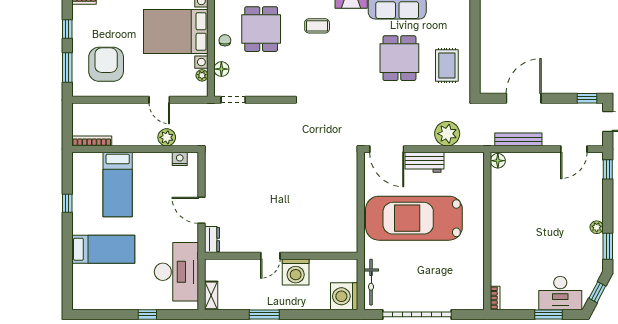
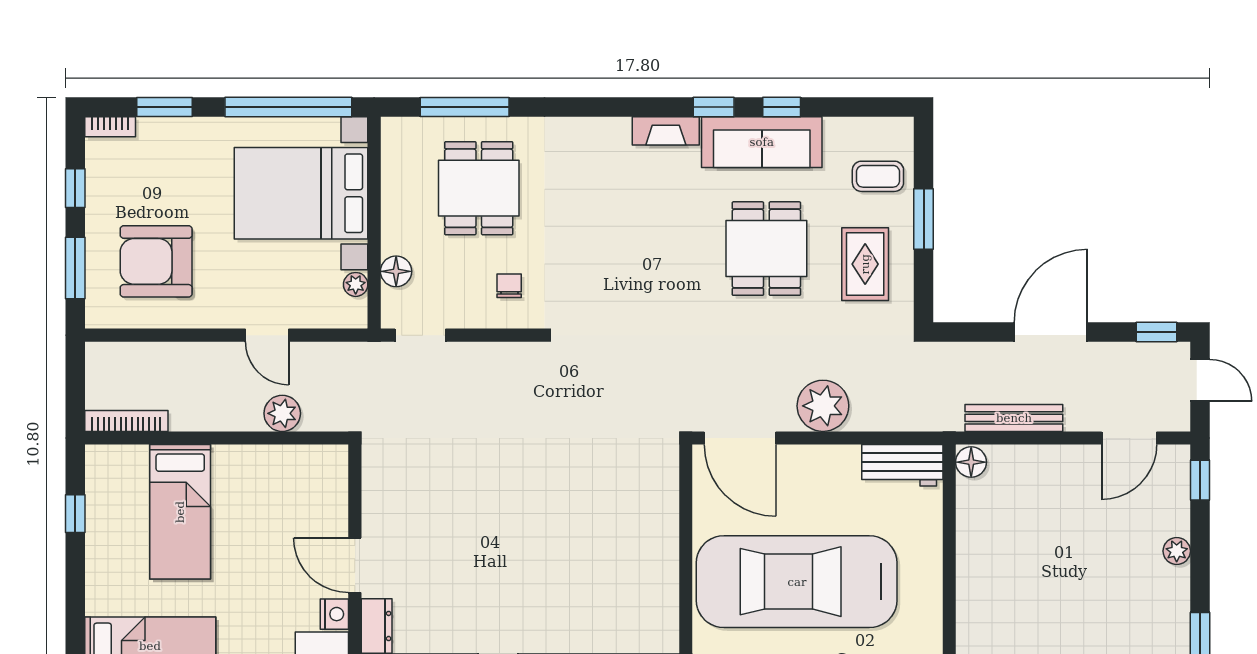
coffee table: (317, 26) -> (878, 176), moved
chair: (225, 40) -> (509, 286), moved
window: (475, 44) -> (924, 219), added
armchair: (106, 64) -> (156, 261), turned -90
door: (524, 98) -> (1051, 332), moved
plant: (447, 134) -> (823, 406), moved
nightstand: (180, 159) -> (334, 614), moved, turned 90
workbench: (424, 162) -> (902, 465), moved
window: (67, 203) -> (75, 514), moved
plant: (597, 227) -> (1177, 551), moved

